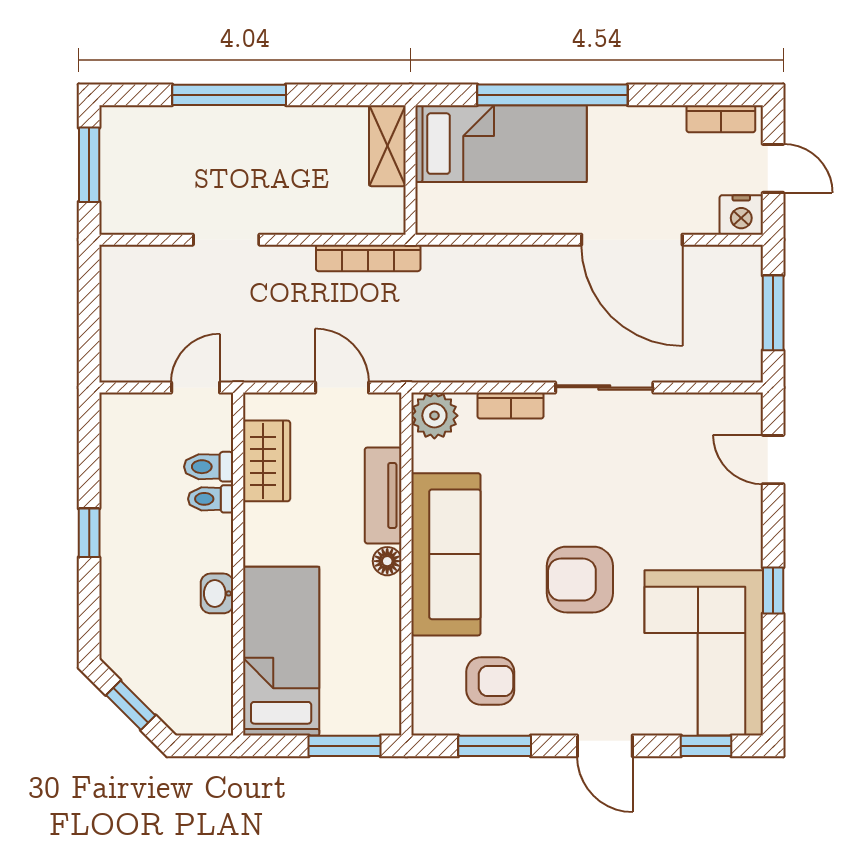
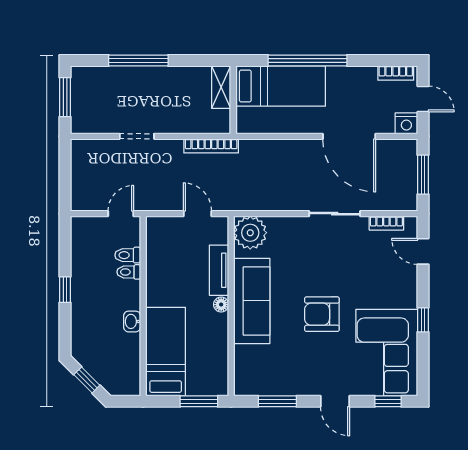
bookcase: (511, 406) -> (386, 223), moved
plant: (434, 416) -> (250, 233), width x1.36, depth x1.36
wardrobe: (267, 461) -> (158, 252), removed
armchair: (490, 681) -> (275, 367), removed

